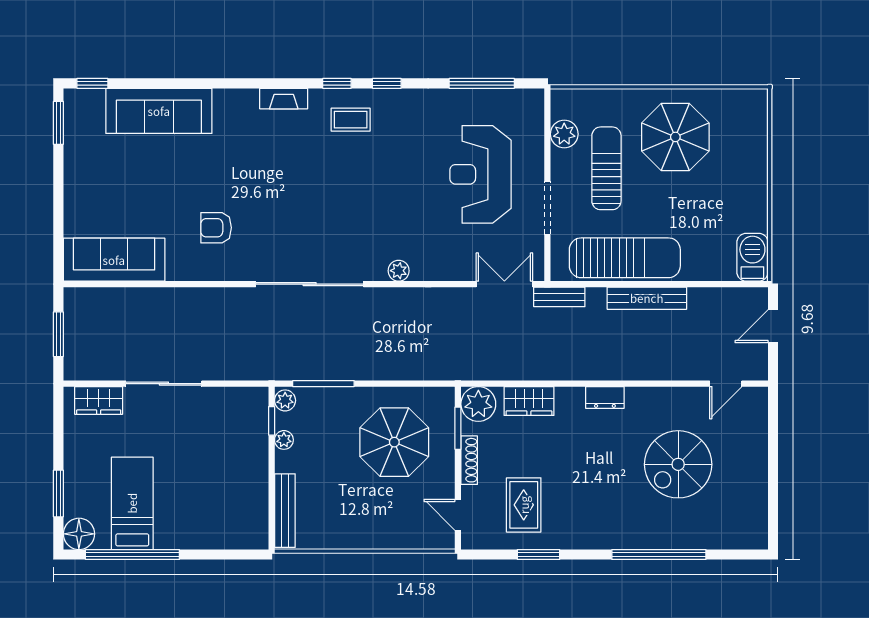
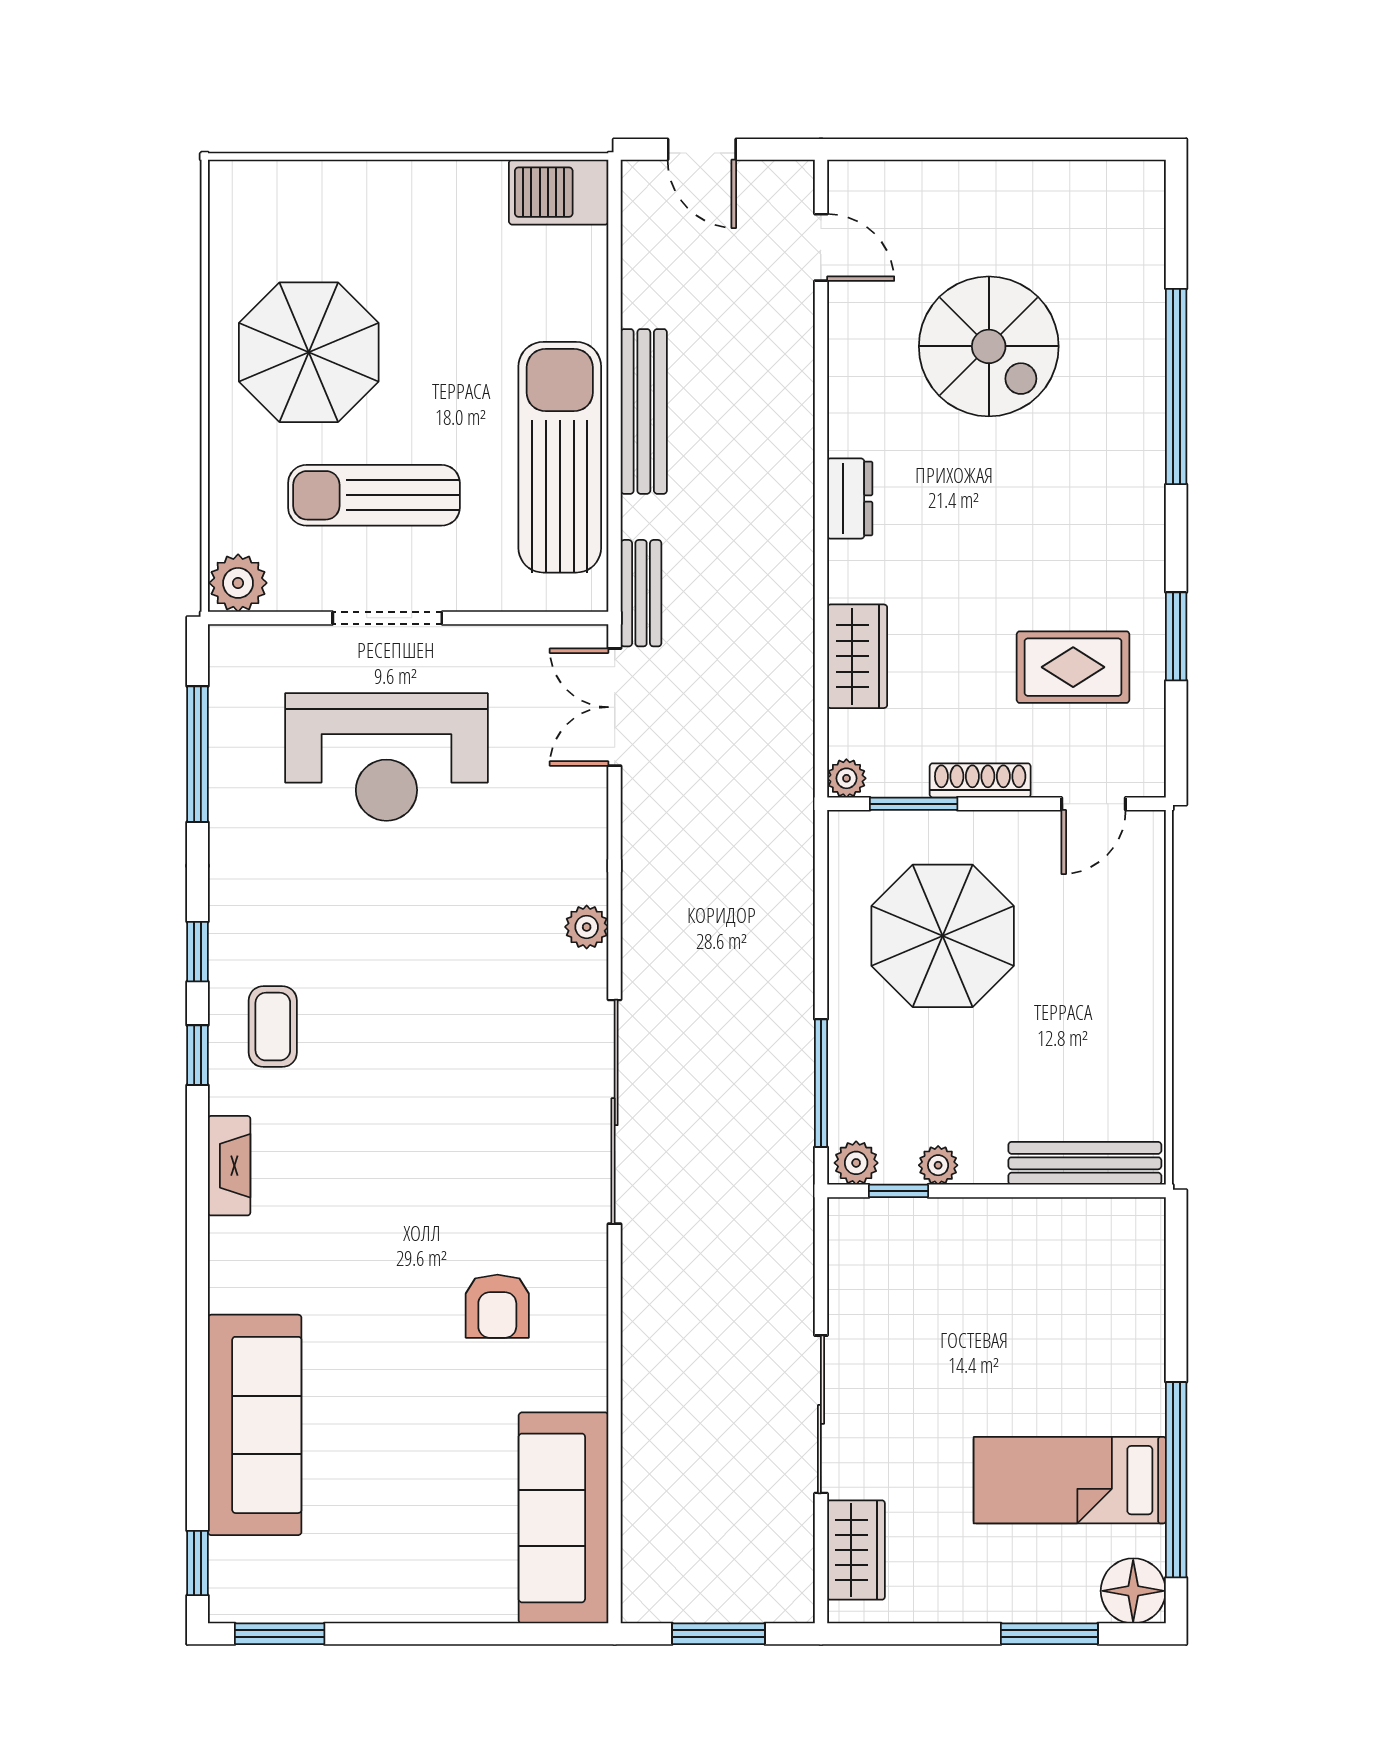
plant: (564, 134) -> (238, 583), moved
doorway: (547, 208) -> (387, 618), moved
plant: (478, 404) -> (846, 778), width x0.53, depth x0.53

